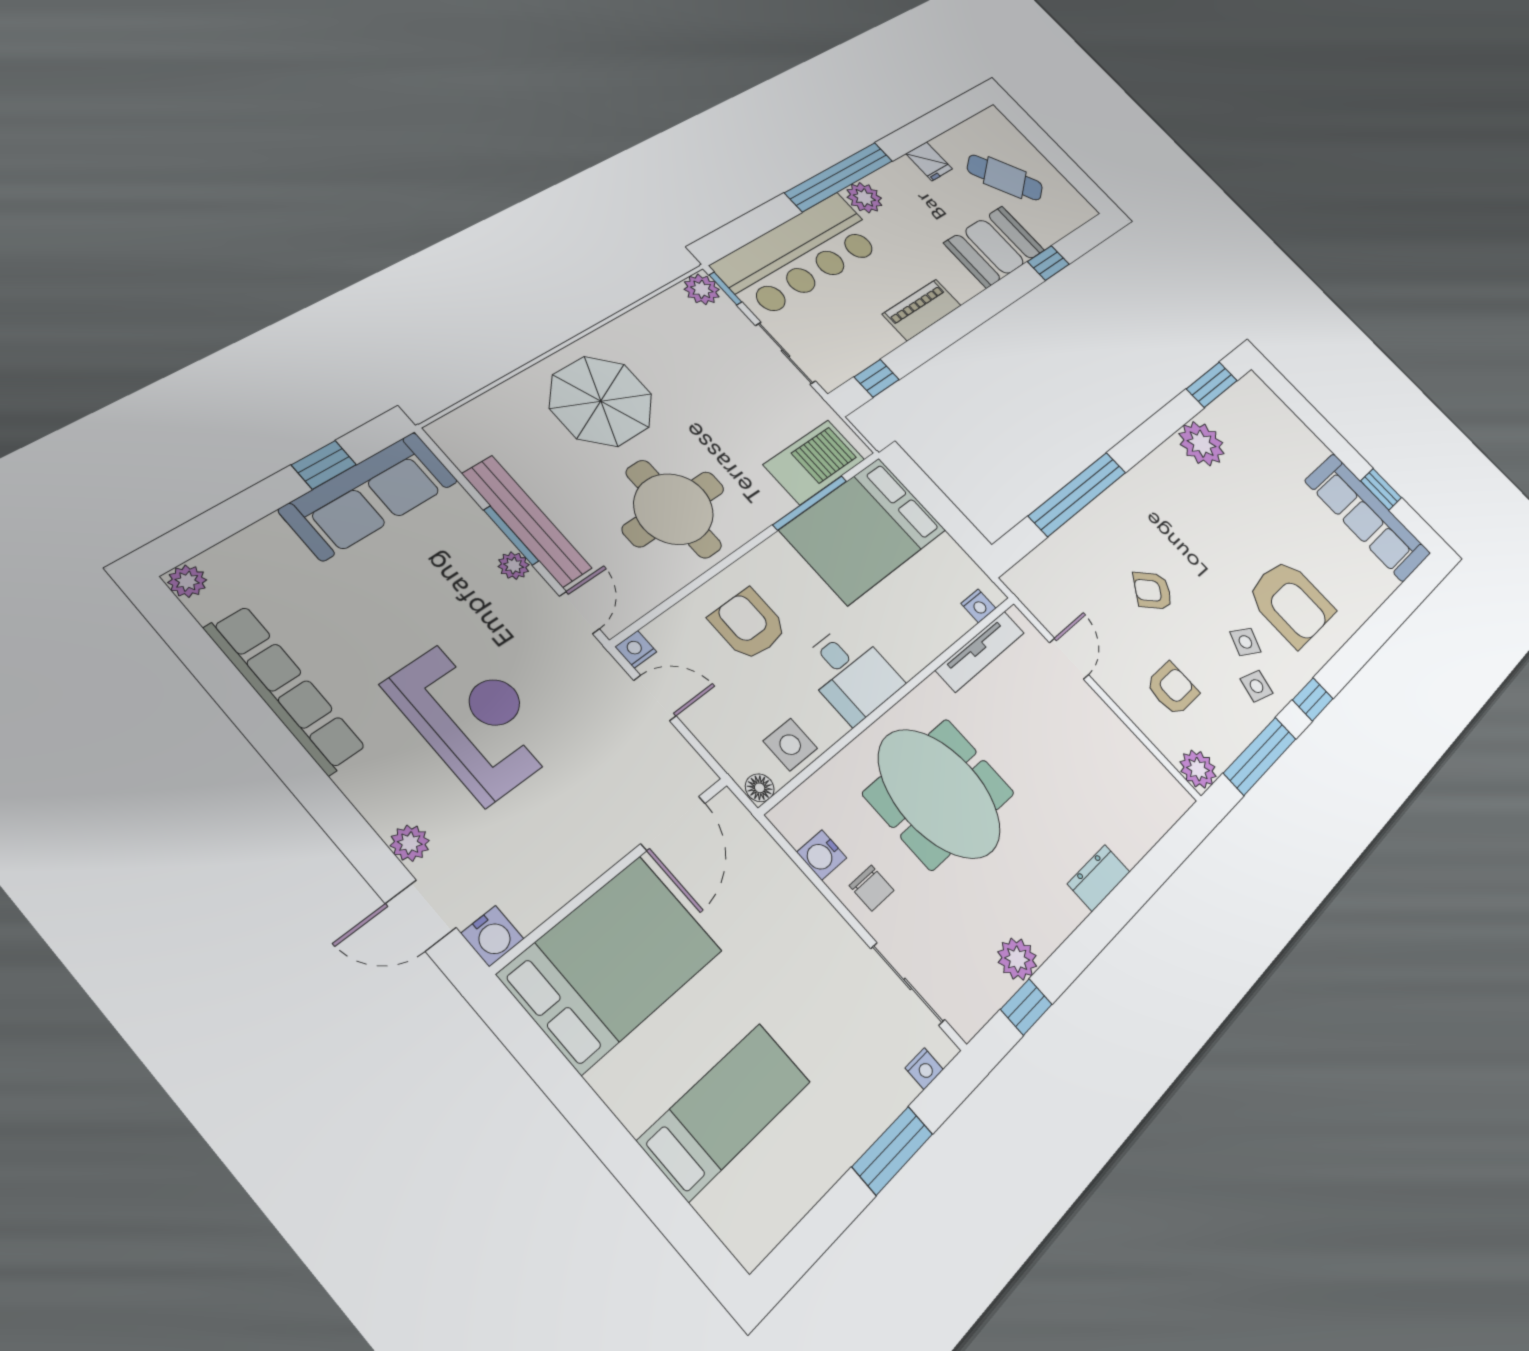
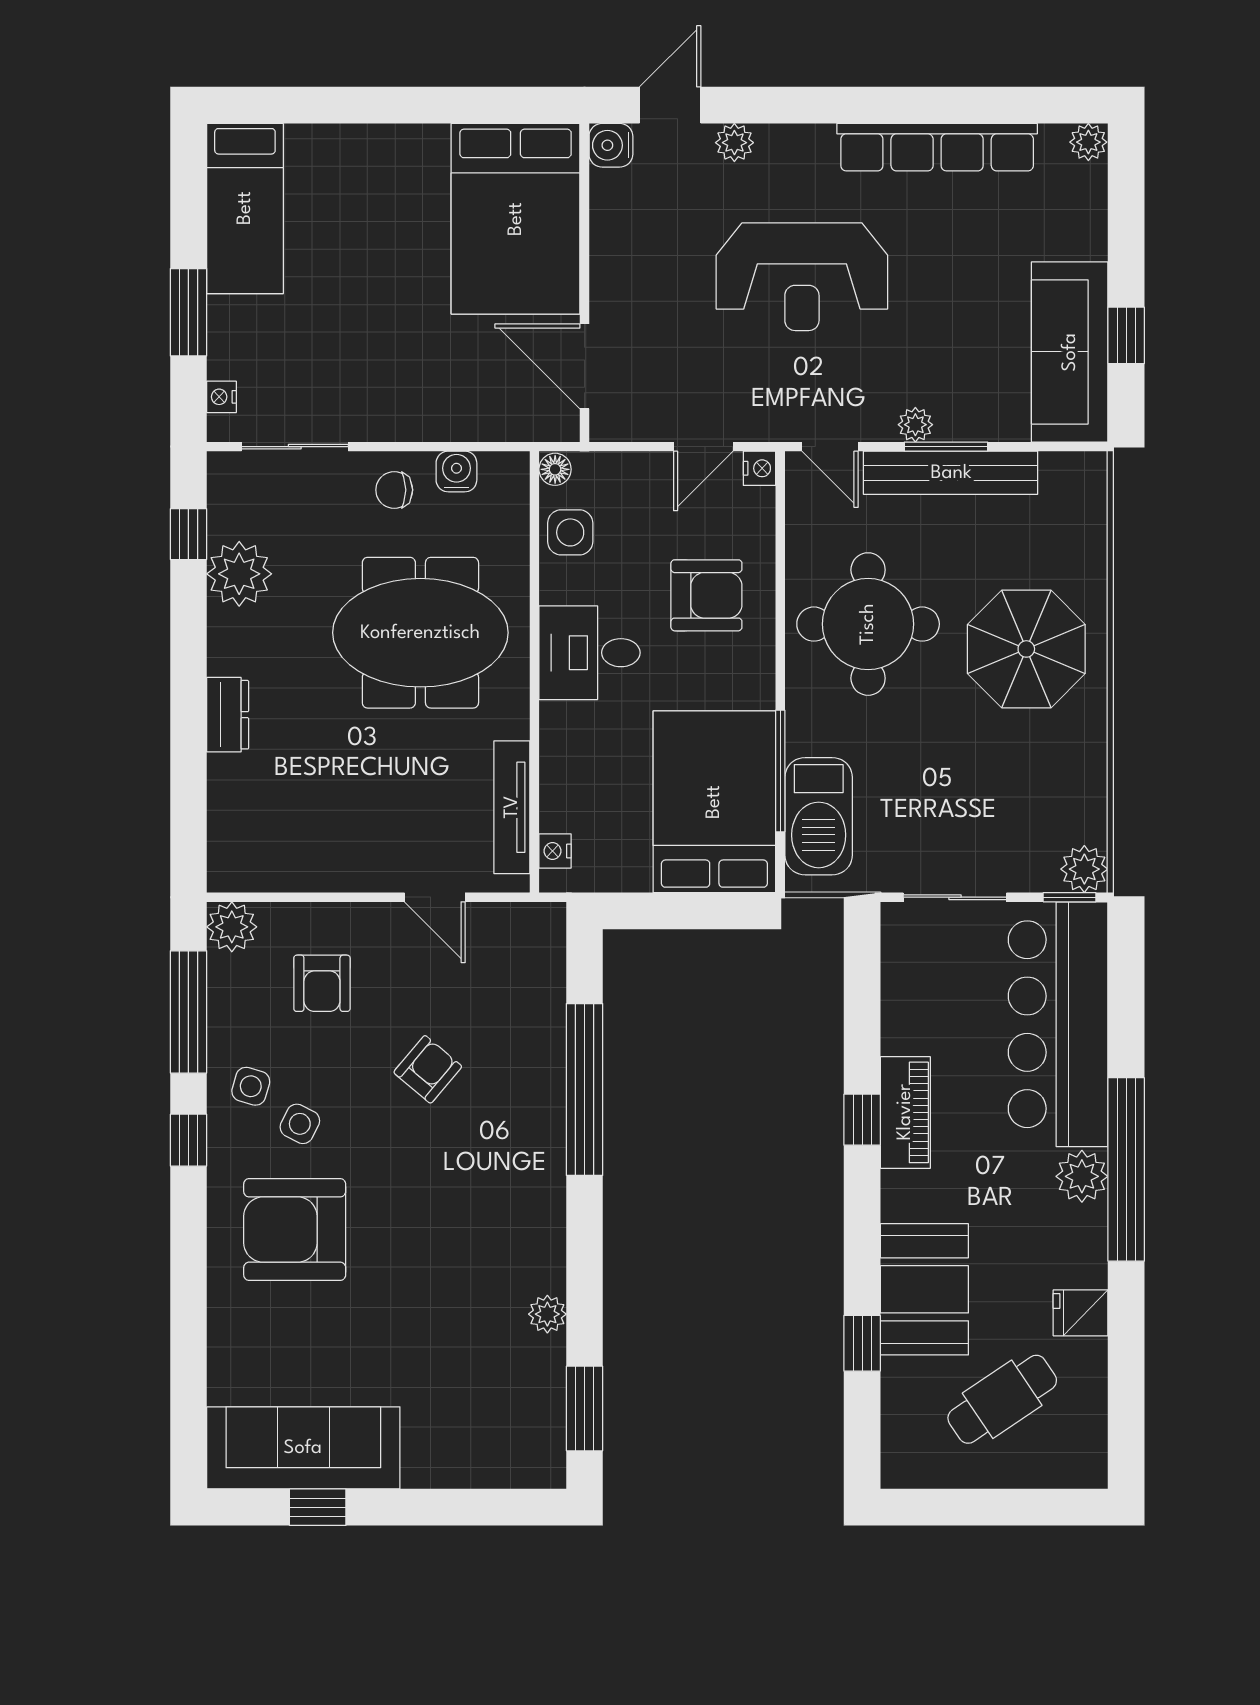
window: (877, 378) -> (862, 1120), moved
plant: (1202, 444) -> (547, 1314), width x0.53, depth x0.53
plant: (1017, 959) -> (239, 574), width x1.36, depth x1.36
bed: (725, 1111) -> (245, 208), moved

